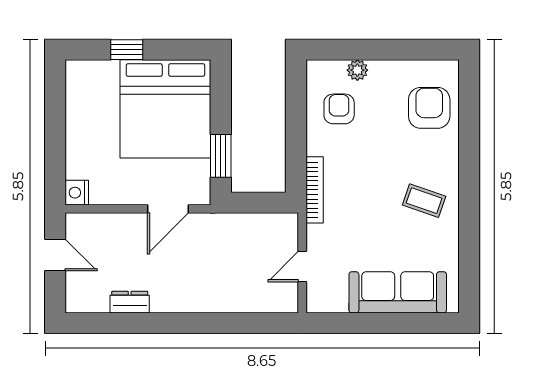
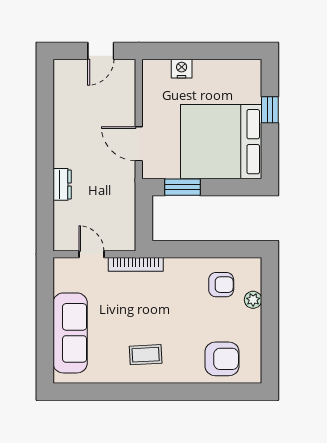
bookcase: (315, 190) -> (136, 264), moved
nightstand: (77, 193) -> (182, 69), moved
coffee table: (424, 201) -> (146, 355), turned 68
dresser: (130, 302) -> (62, 184), moved

